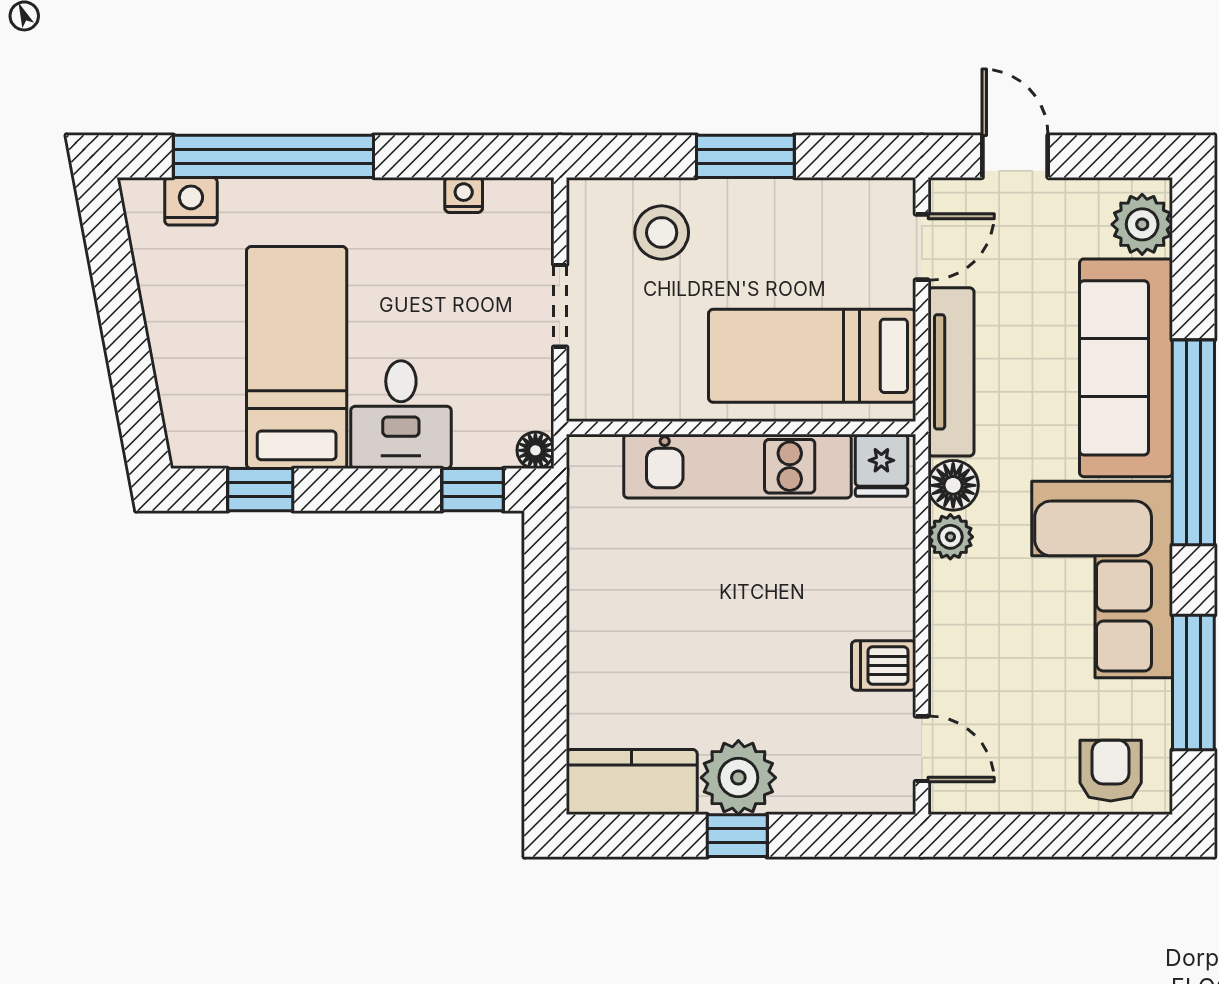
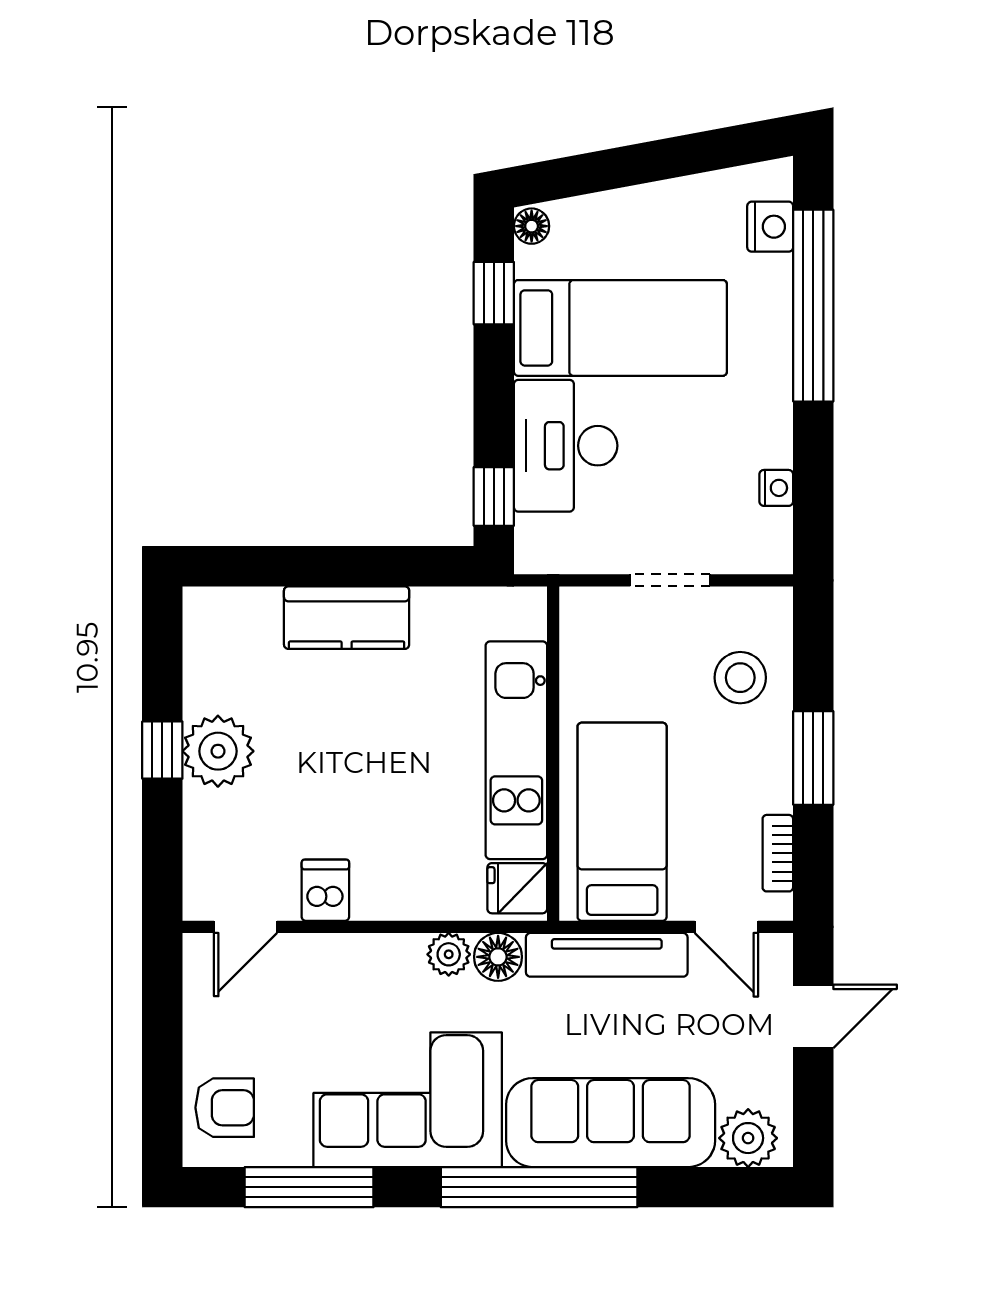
bookcase: (845, 193) -> (778, 853), added
desk: (401, 415) -> (566, 446), width x1.37
floor lamp: (535, 450) -> (532, 226), moved
kitchen counter: (632, 782) -> (347, 618), moved, turned 90

